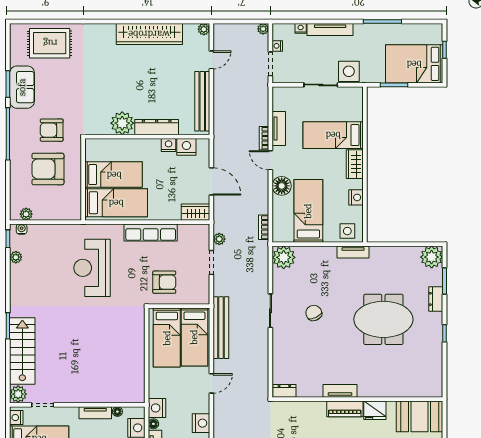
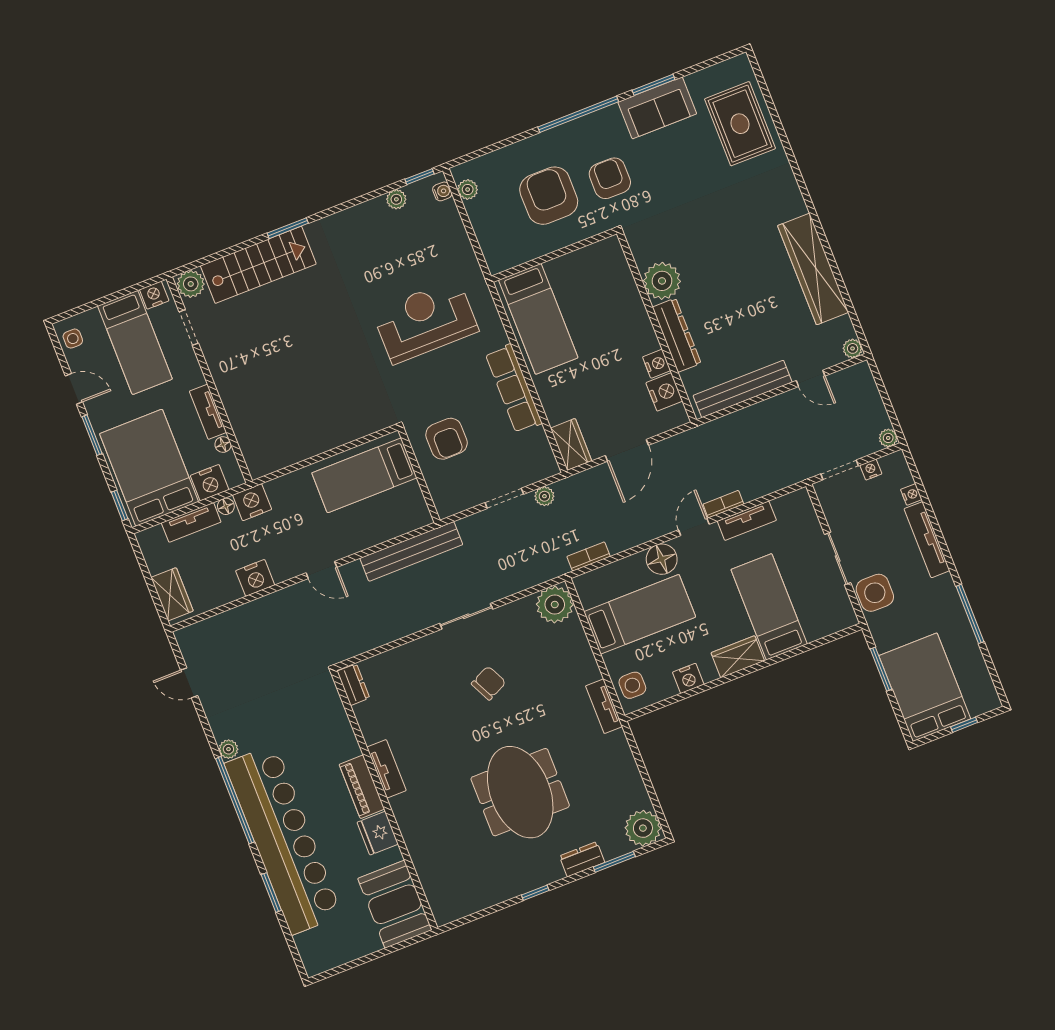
bed: (114, 175) -> (579, 298), removed
bed: (194, 337) -> (381, 517), removed

